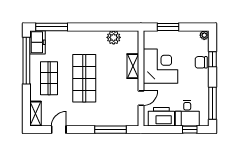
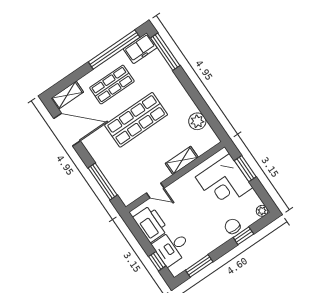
corner desk: (160, 66) -> (224, 182), moved, turned 90
window: (213, 103) -> (199, 266), width x0.69
door: (59, 130) -> (67, 130), width x1.88

